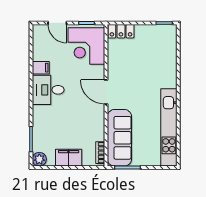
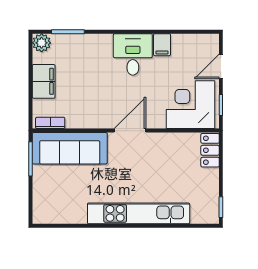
kitchen unit: (169, 127) -> (139, 213), moved

